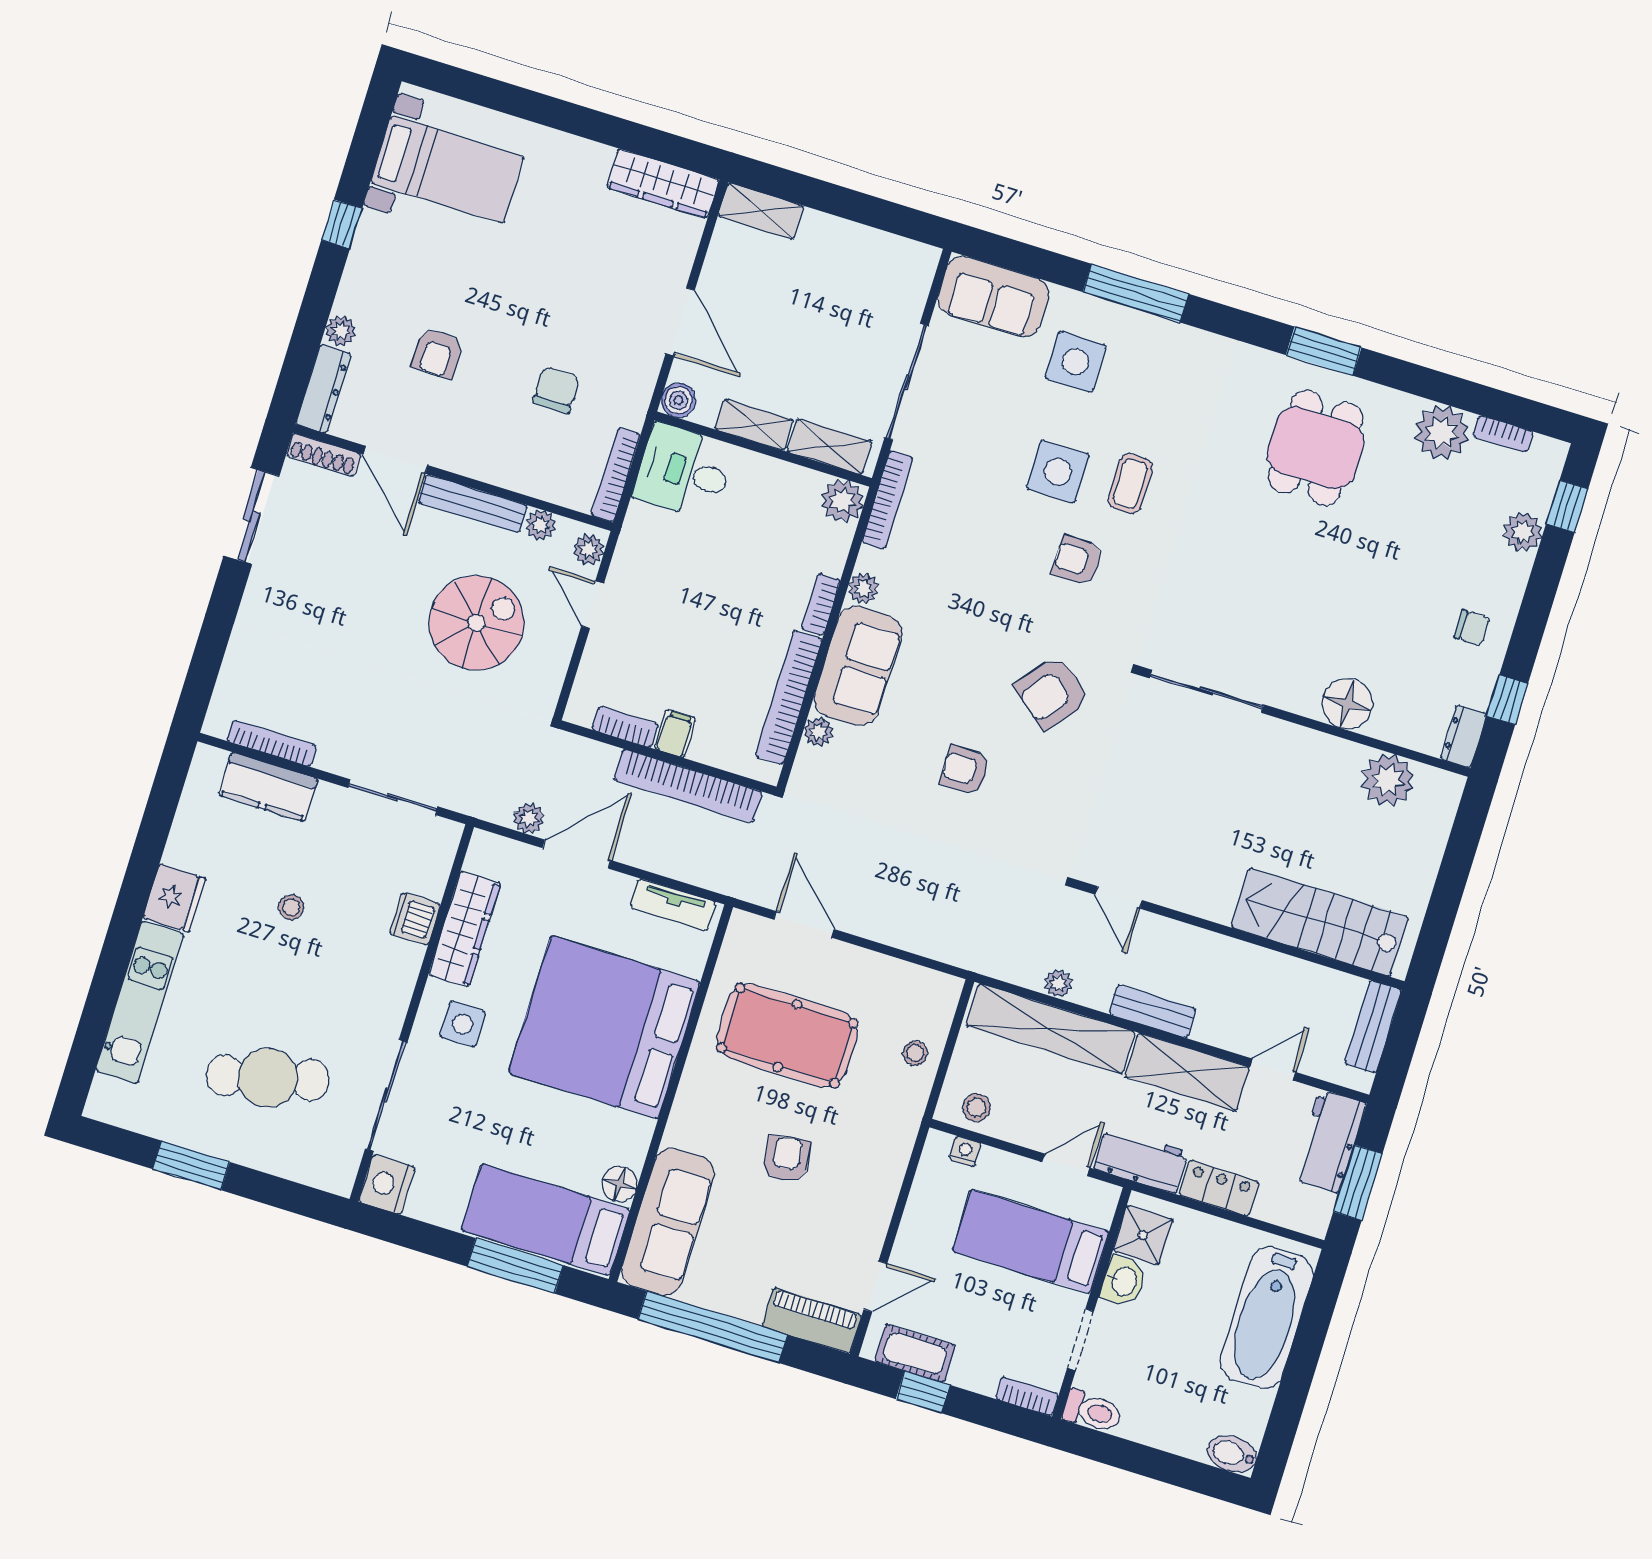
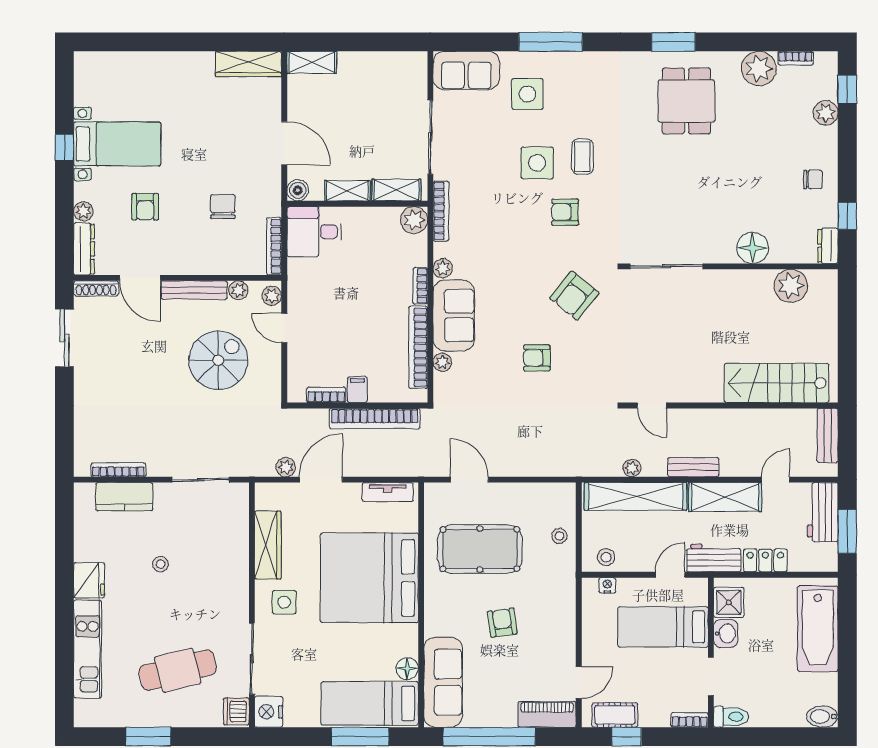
bed with nightstands: (447, 170) -> (117, 144), moved
dishwasher: (415, 919) -> (236, 711), moved

